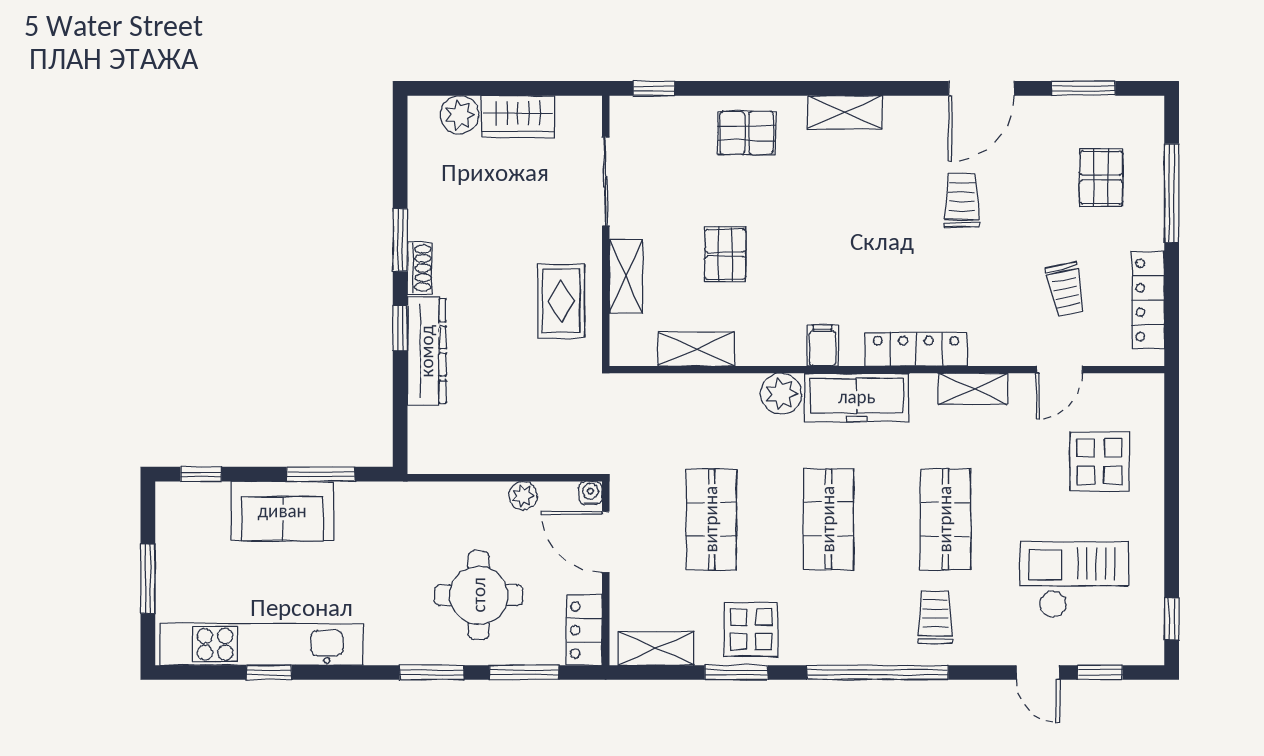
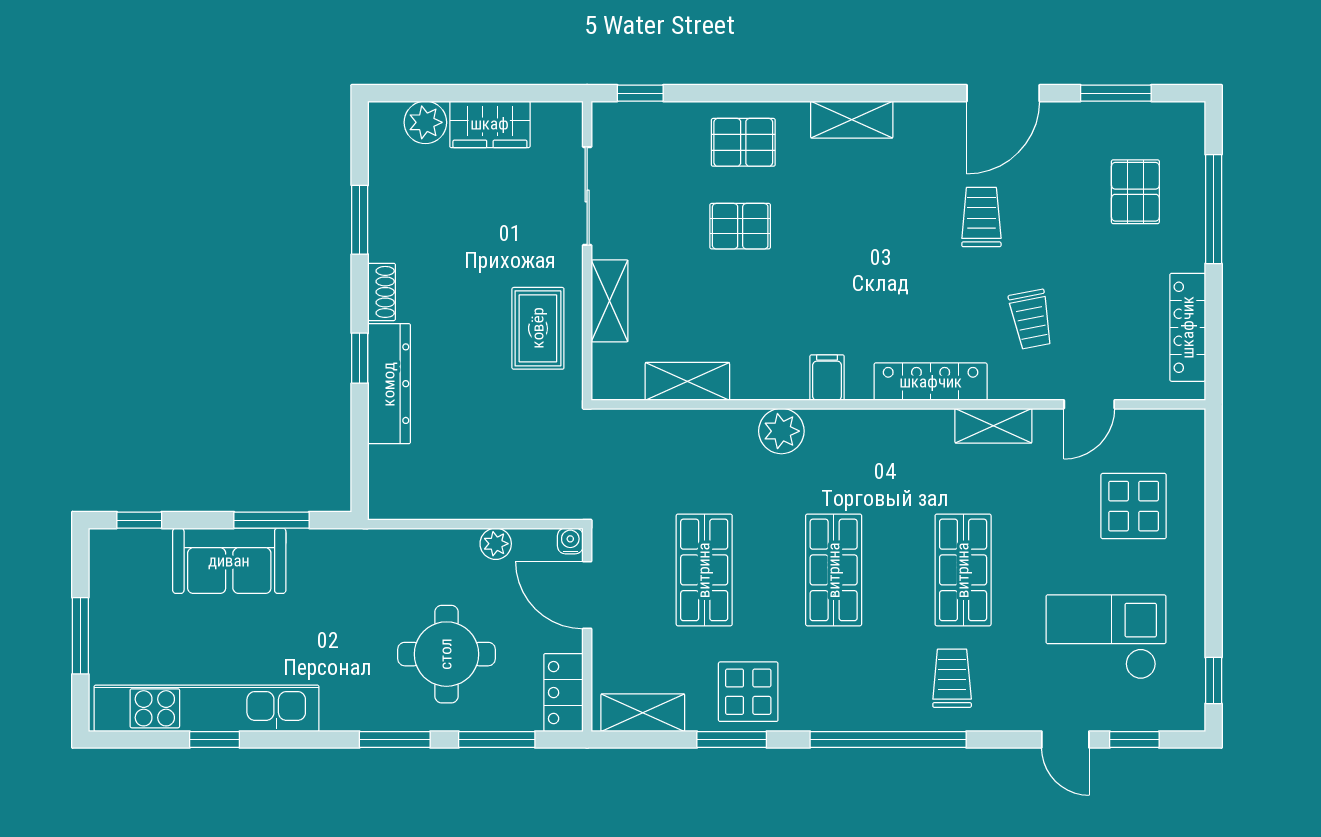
window: (400, 240) -> (360, 220), moved
pallet: (725, 254) -> (740, 226), moved, turned 90
trolley: (1066, 289) -> (1031, 319), moved
freezer: (857, 397) -> (865, 435), removed

